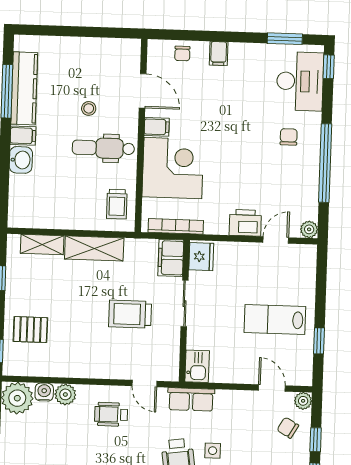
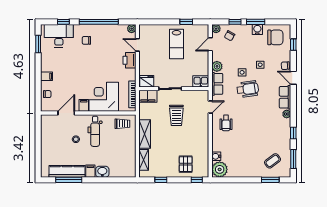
window: (329, 67) -> (63, 22), moved
plant: (65, 394) -> (217, 66), moved

